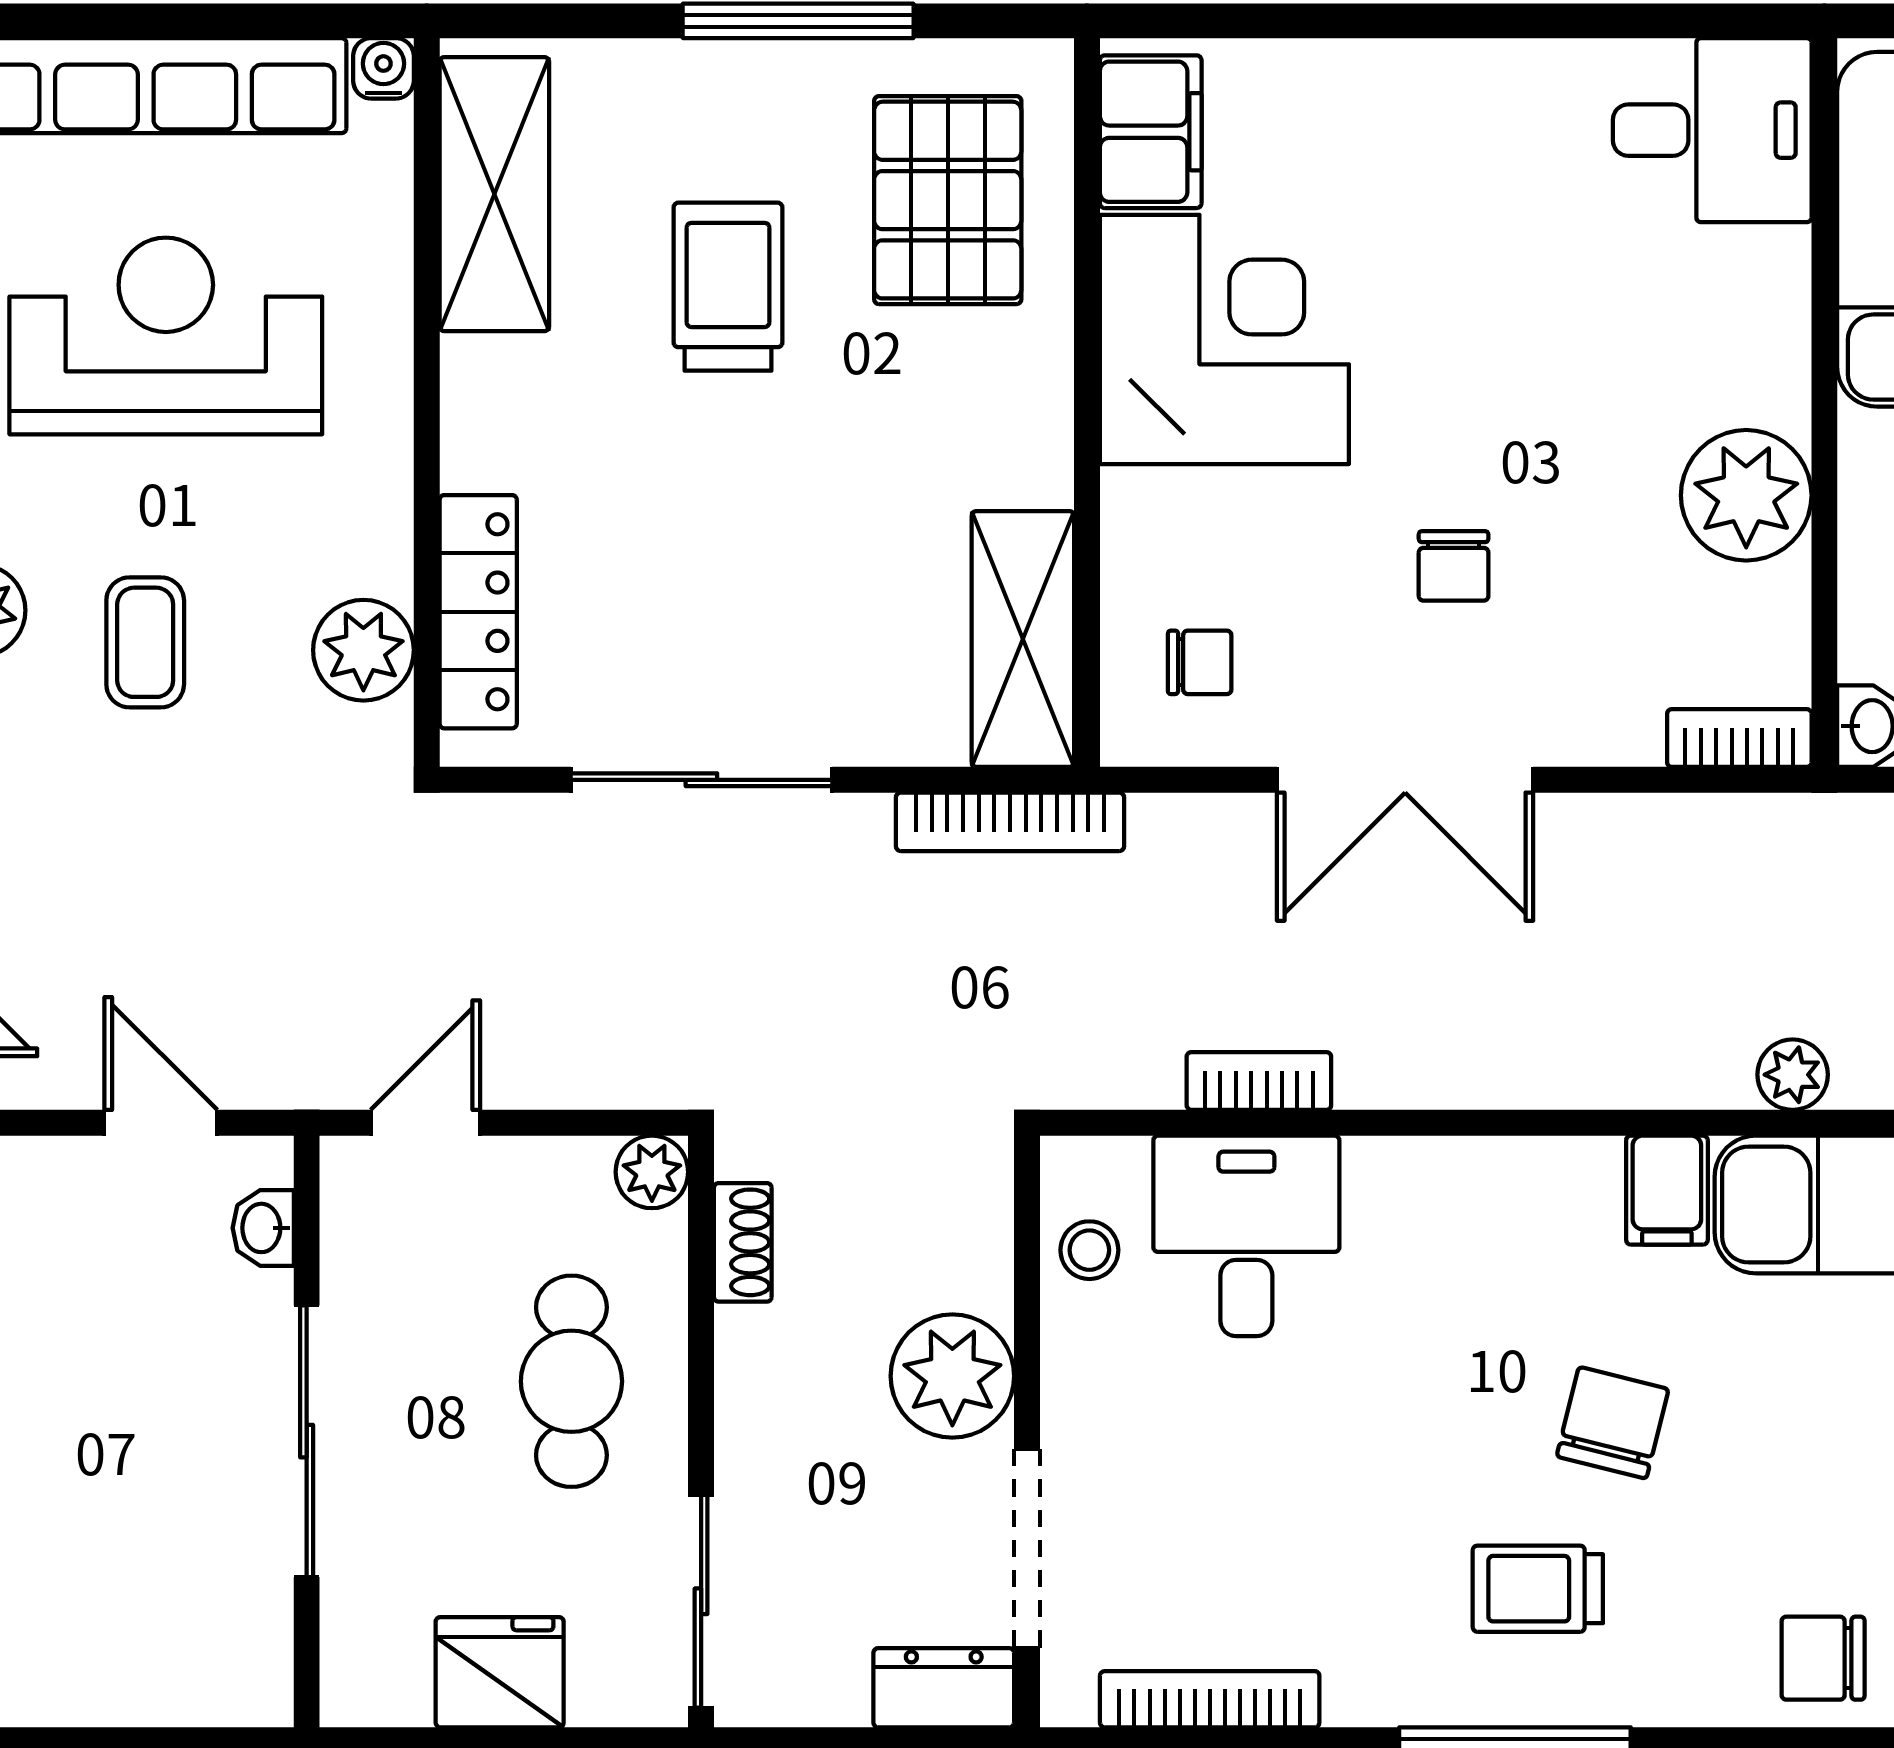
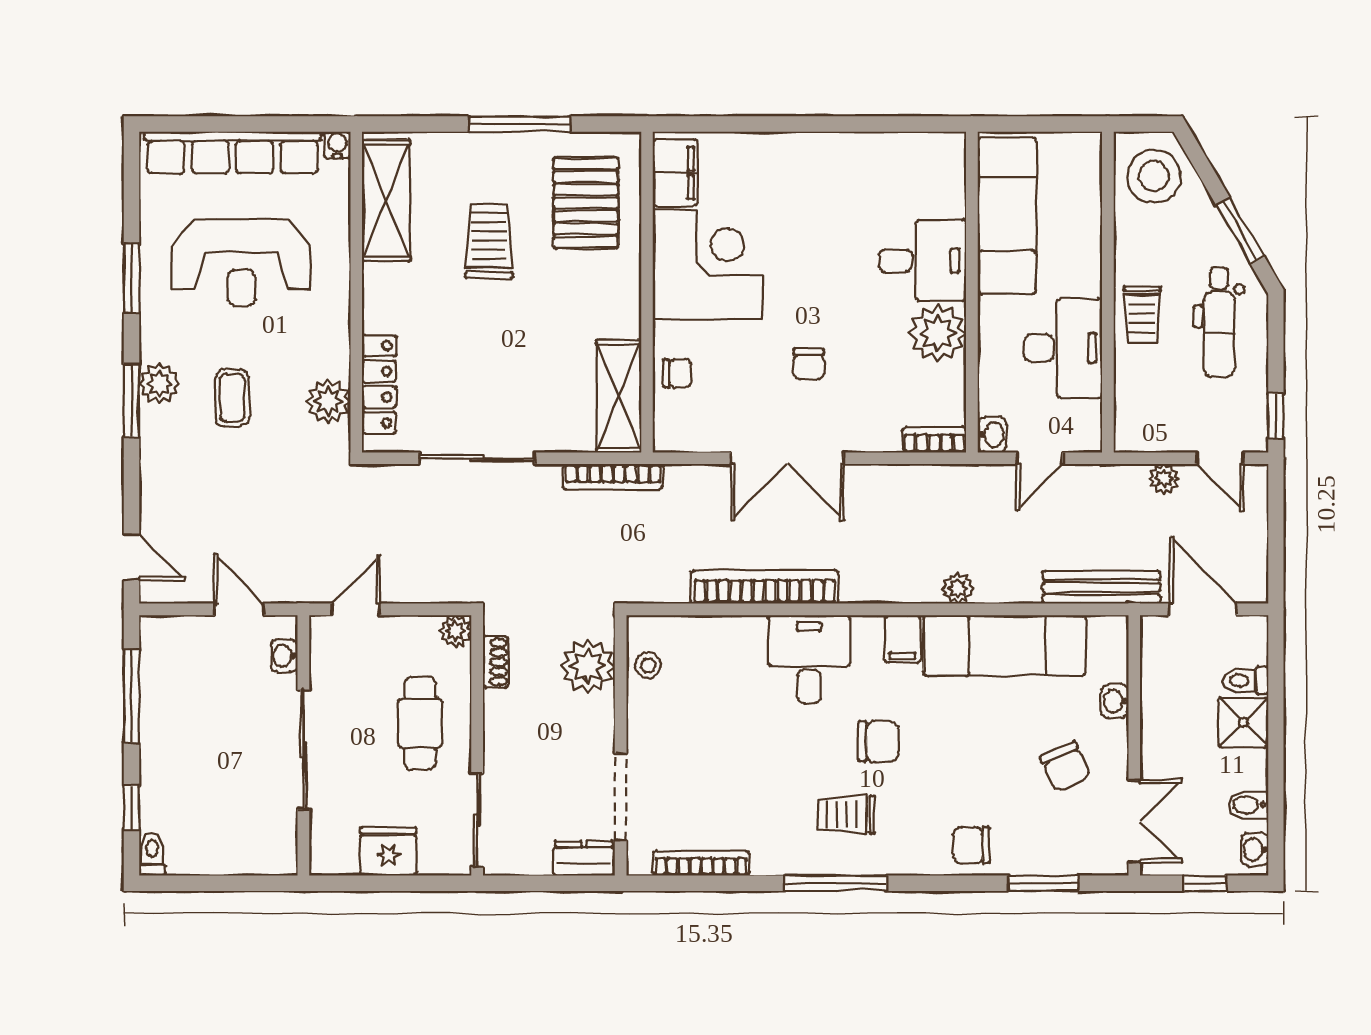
desk: (1712, 130) -> (922, 261), moved
reception desk: (166, 336) -> (241, 263), turned 180
chair: (1200, 662) -> (678, 373), moved
bookcase: (1259, 1081) -> (765, 587), width x2.31, depth x1.31
desk: (1246, 1236) -> (809, 659), moved
plant: (952, 1376) -> (588, 666), moved
chair: (1613, 1423) -> (879, 742), turned 76

